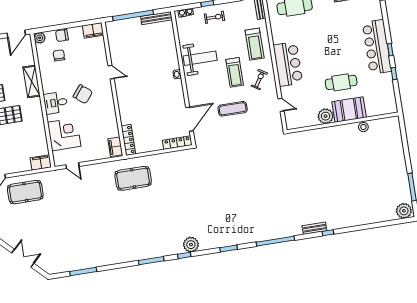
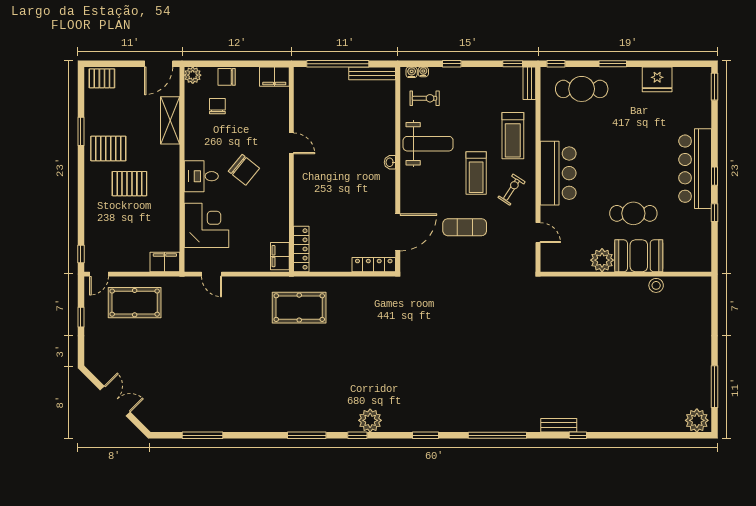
exercise bike: (215, 17) -> (425, 98), moved
shelving: (31, 81) -> (170, 120), moved

